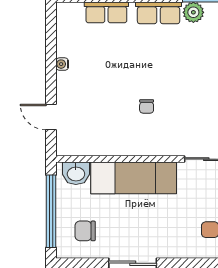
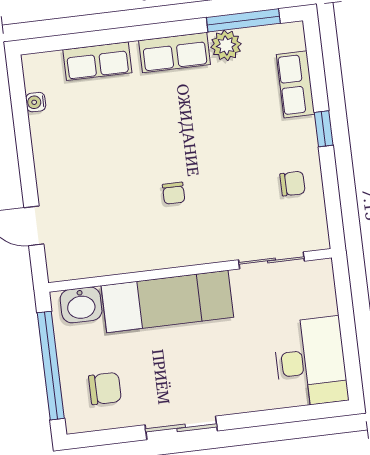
water cooler: (62, 64) -> (36, 102), moved
chair: (85, 231) -> (105, 388), turned 180

